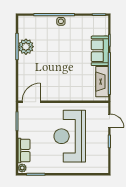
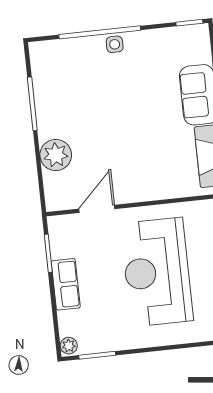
plant: (26, 47) -> (56, 155), moved
door: (31, 102) -> (97, 209), moved
row of seats: (24, 151) -> (66, 284), moved

